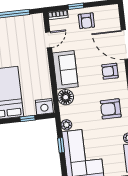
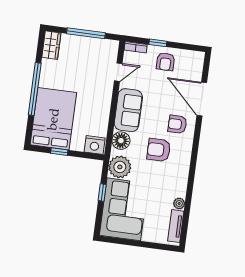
armchair: (111, 109) -> (159, 150), moved
window: (28, 118) -> (59, 152), moved
plant: (66, 125) -> (120, 167), width x1.87, depth x1.87

